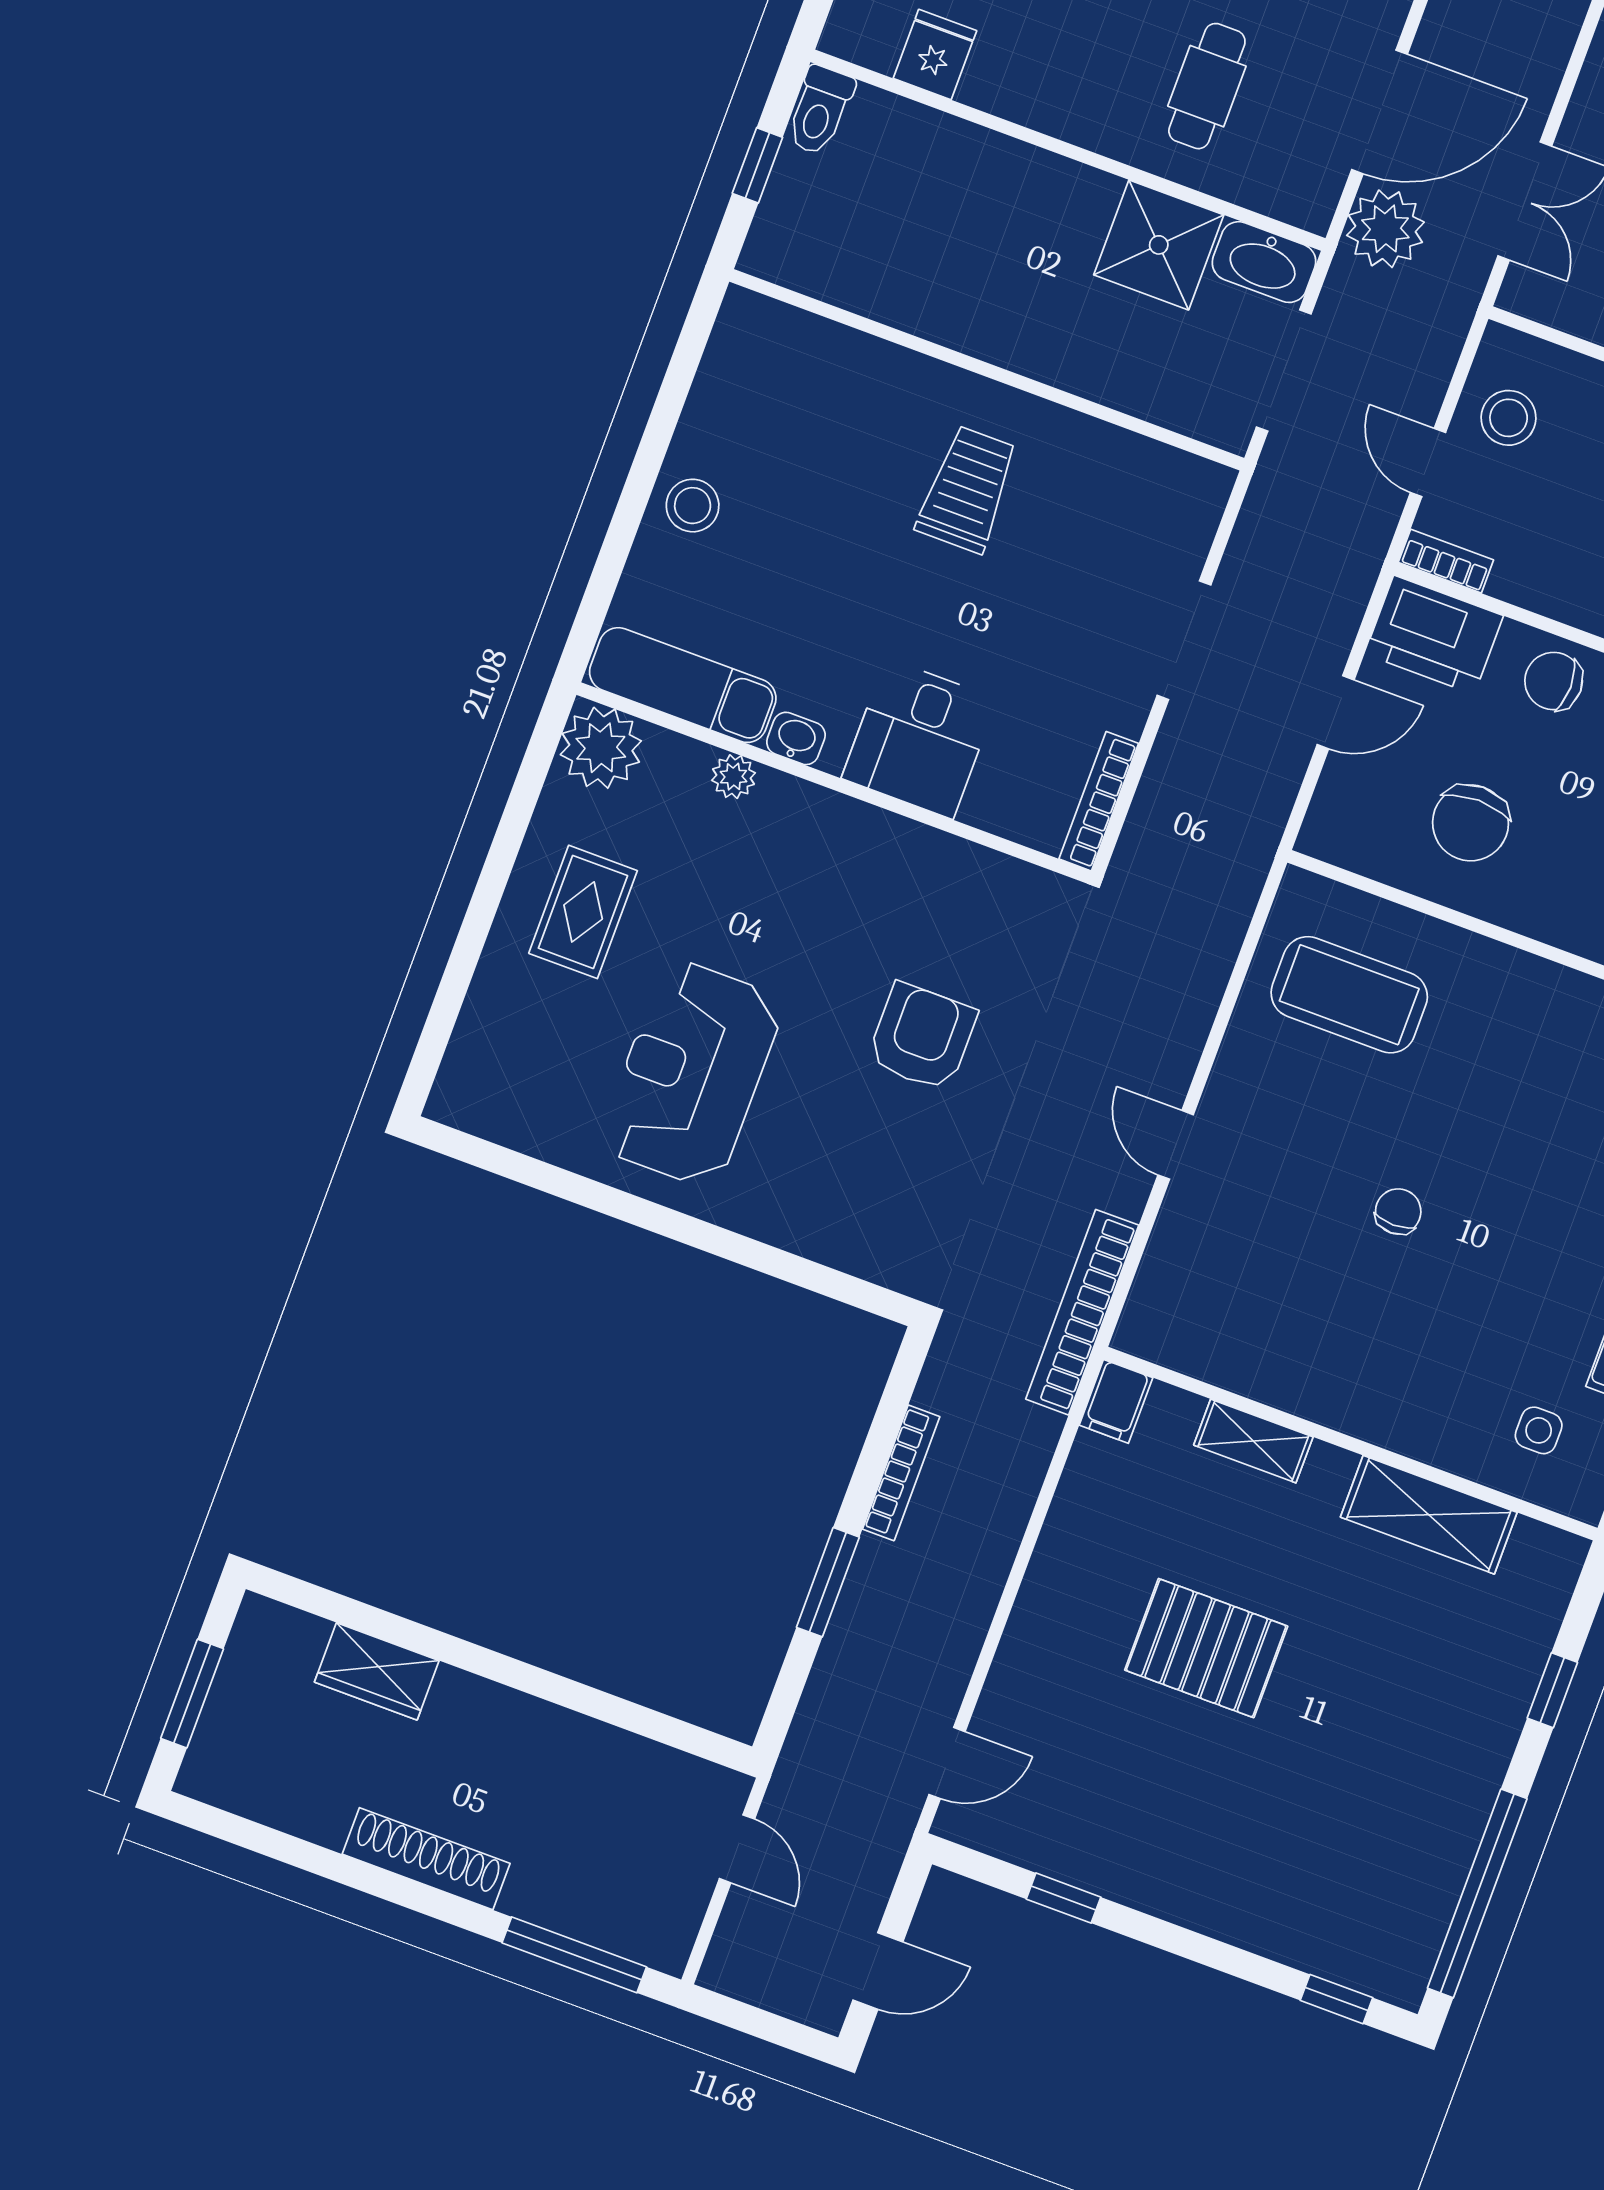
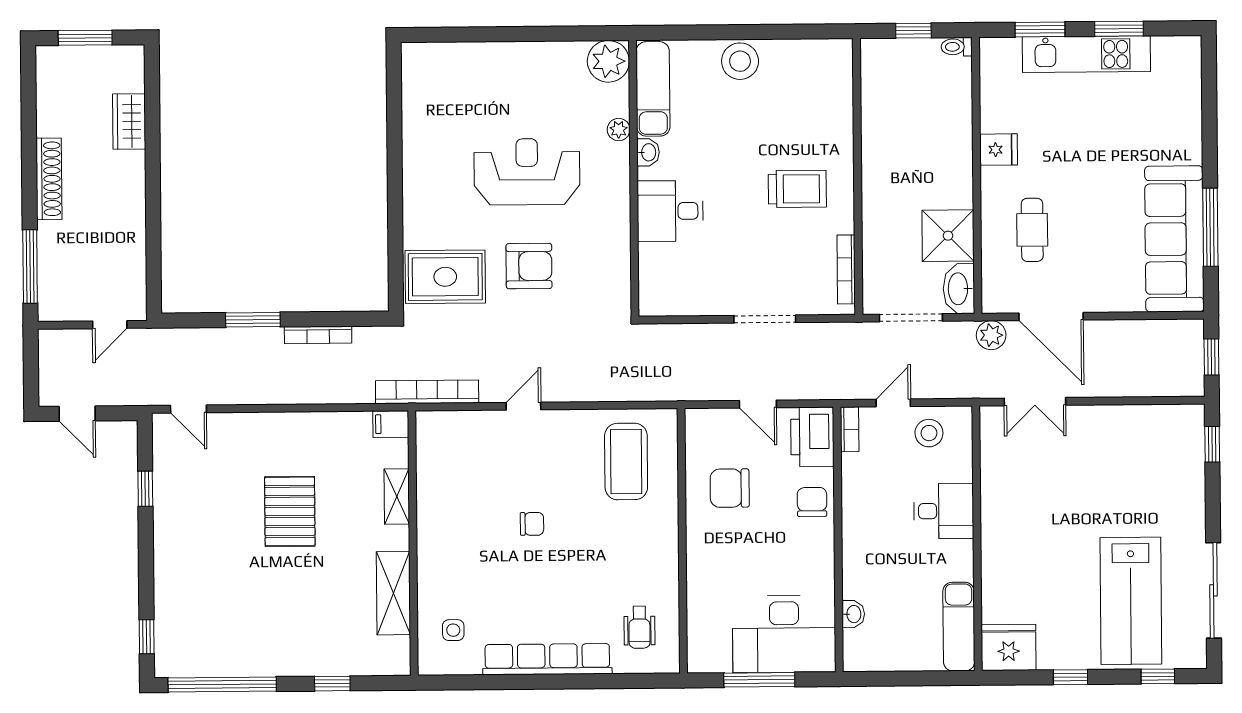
fridge: (935, 55) -> (999, 150), moved
cafe table: (1207, 86) -> (1032, 230), turned 90
toilet: (820, 110) -> (957, 47), width x0.73, depth x0.72
plant: (1385, 229) -> (991, 335), width x0.73, depth x0.73
stool: (693, 506) -> (740, 61), width x1.38, depth x1.38
bookcase: (1099, 801) -> (846, 269), moved, turned -90
rug: (583, 912) -> (445, 277), moved, width x1.36, depth x1.43
reception desk: (692, 1074) -> (527, 172), moved

